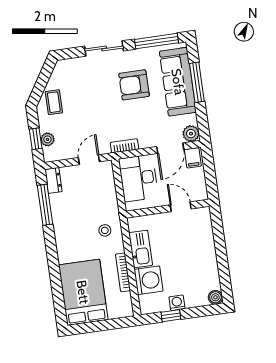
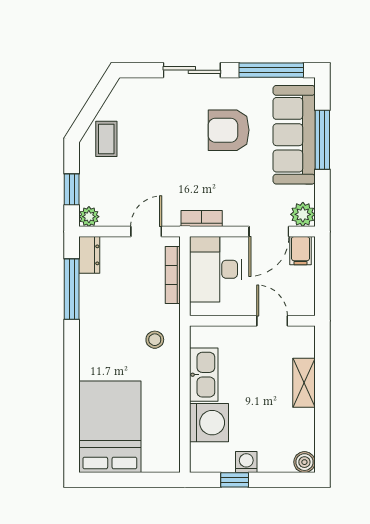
plant: (47, 139) -> (89, 217), moved
shelving: (208, 245) -> (304, 383), added
bookcase: (123, 272) -> (173, 275), moved

